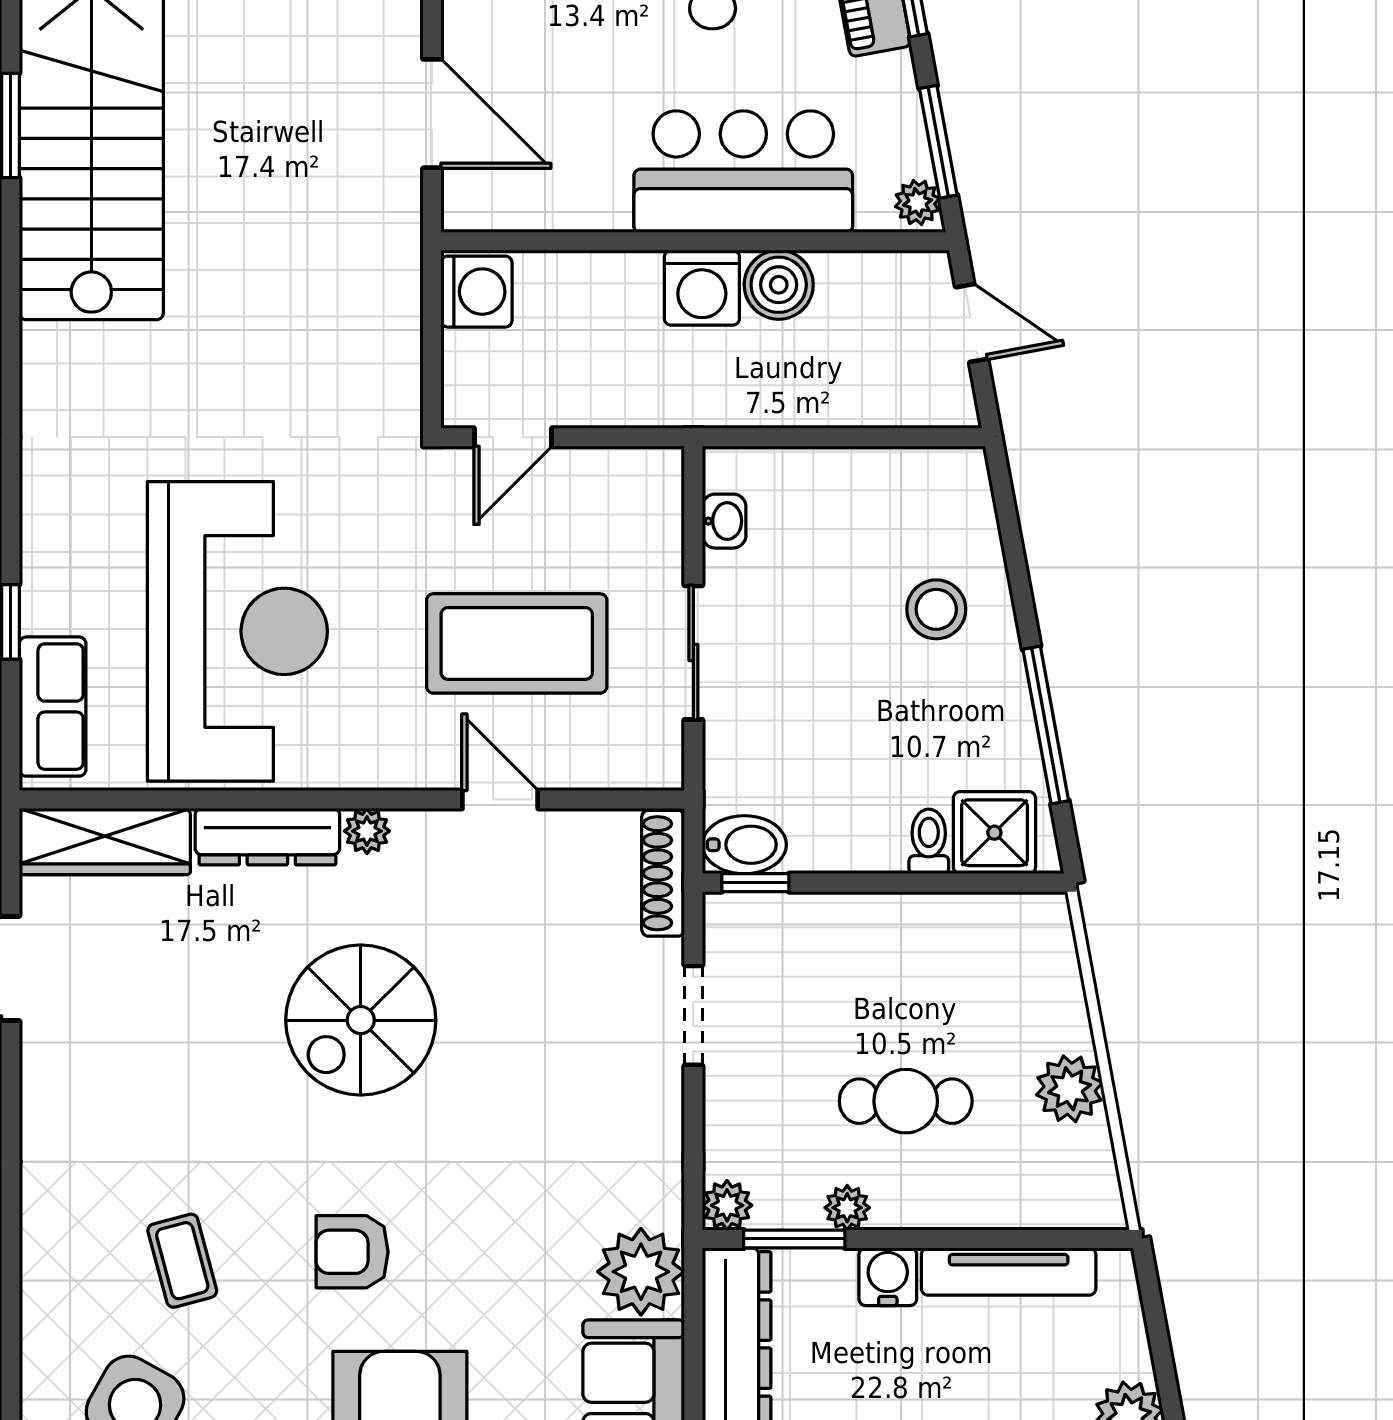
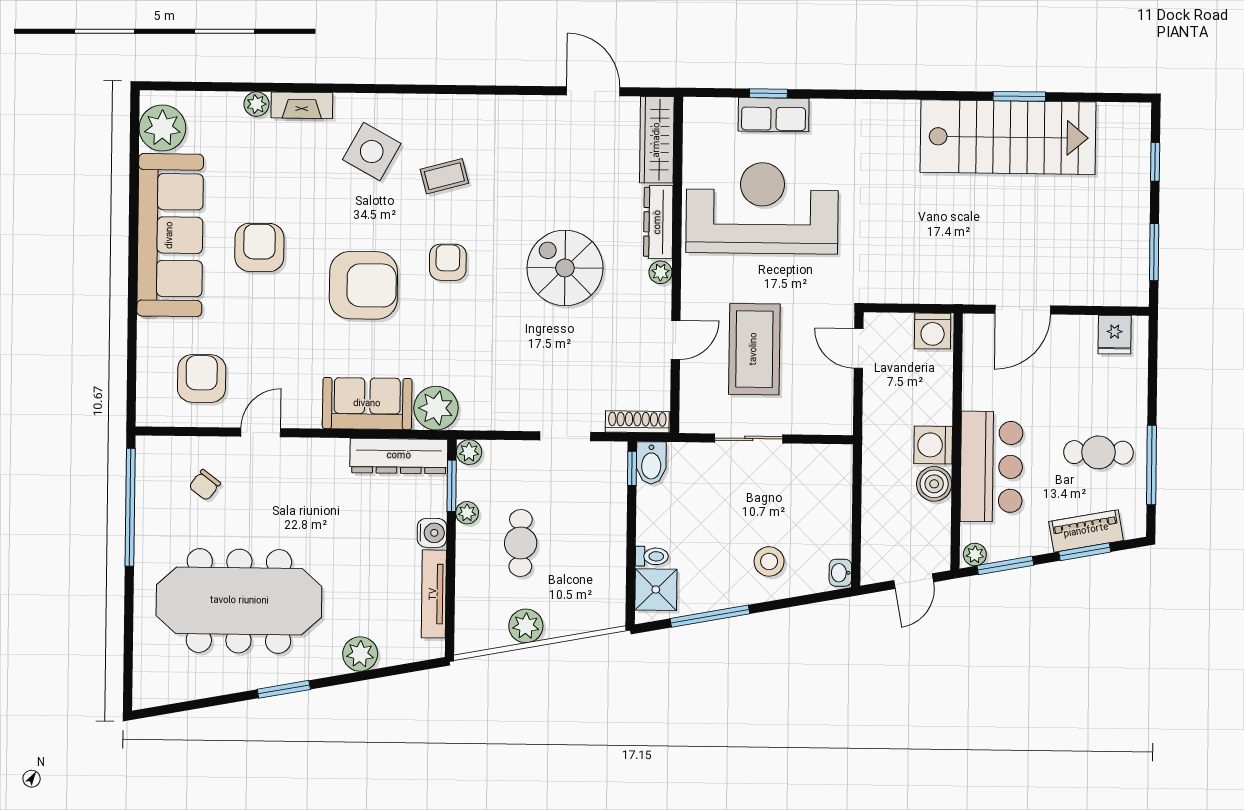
washbasin: (724, 521) -> (840, 573), moved, turned 90
reception desk: (237, 631) -> (762, 208), turned 180
row of seats: (53, 707) -> (774, 115), moved

